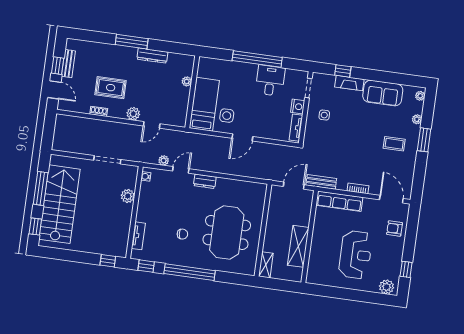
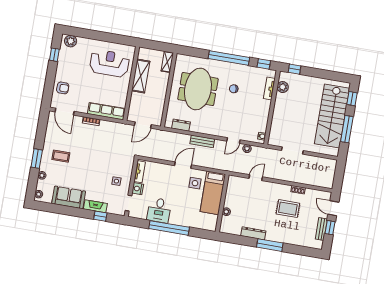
plant: (133, 114) -> (270, 187), removed
dresser: (205, 181) -> (181, 125), moved
bench: (321, 182) -> (202, 141), moved
plant: (128, 196) -> (283, 87), moved
reception desk: (355, 255) -> (109, 63), moved, turned 90

